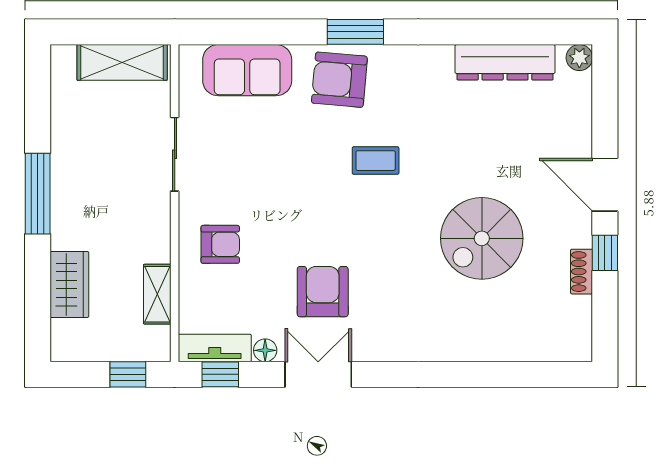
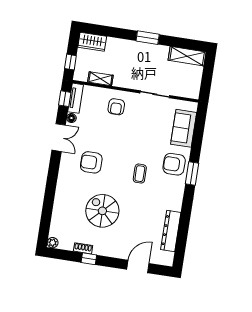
plant: (579, 58) -> (53, 243), moved
shelving: (122, 62) -> (187, 56), moved, turned 90
armchair: (339, 80) -> (174, 164), turned -95
door: (605, 185) -> (138, 266), moved
window: (38, 194) -> (148, 38), width x0.69
wardrobe: (69, 284) -> (92, 42), moved
armchair: (323, 292) -> (91, 162), moved, turned 180

